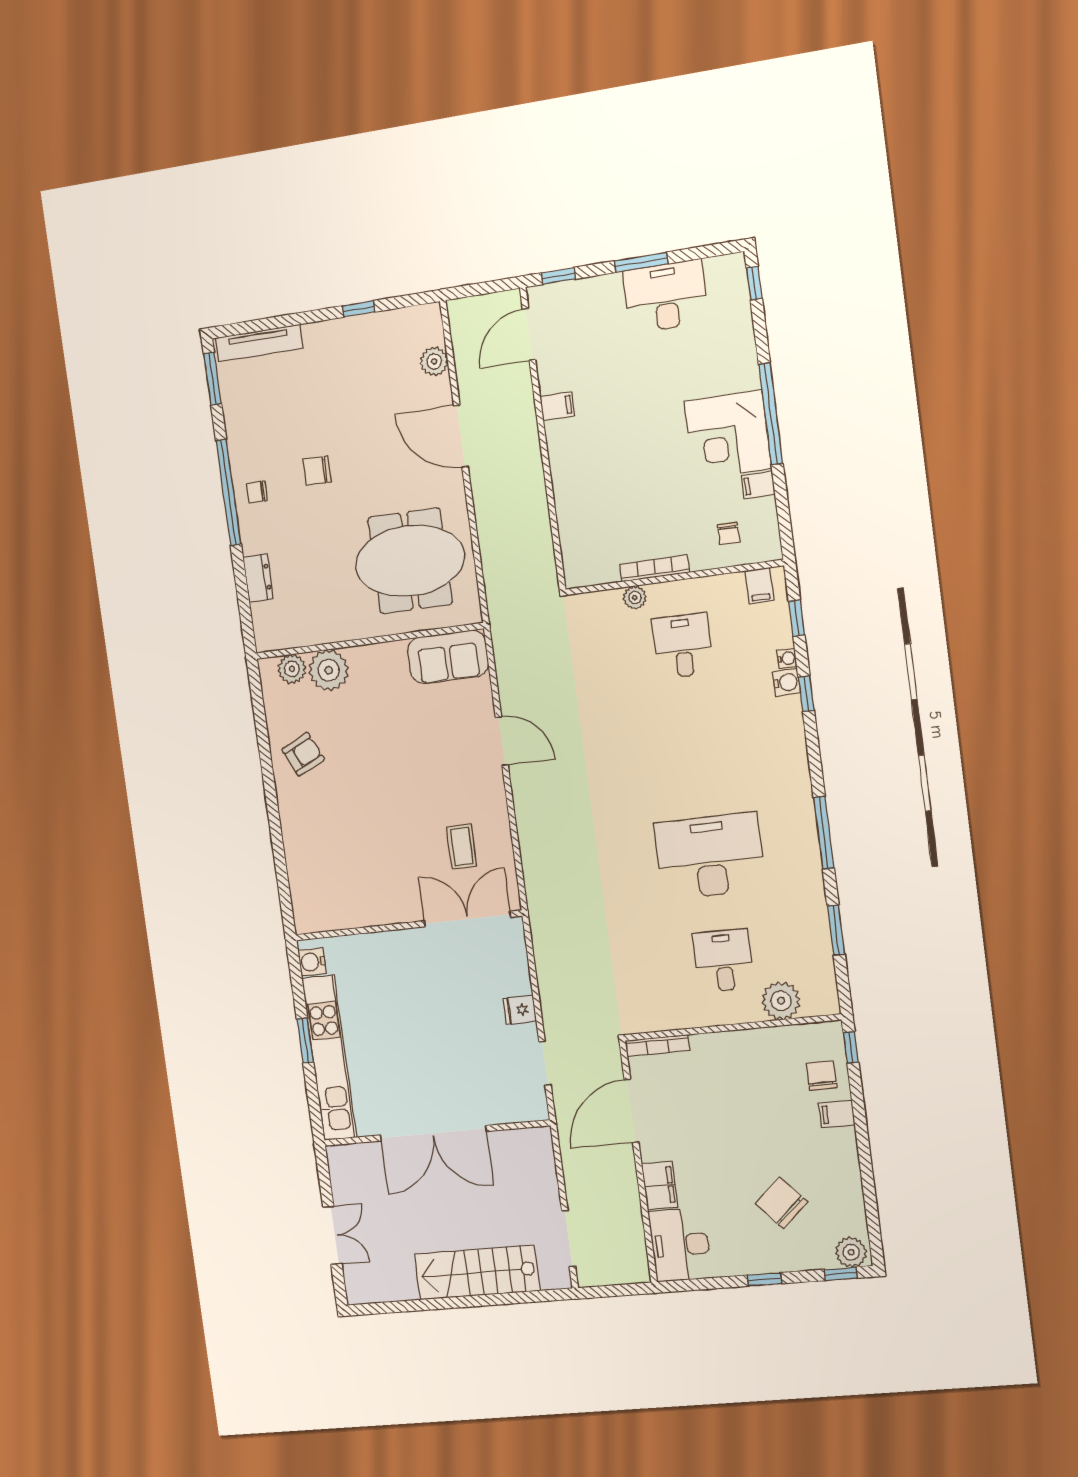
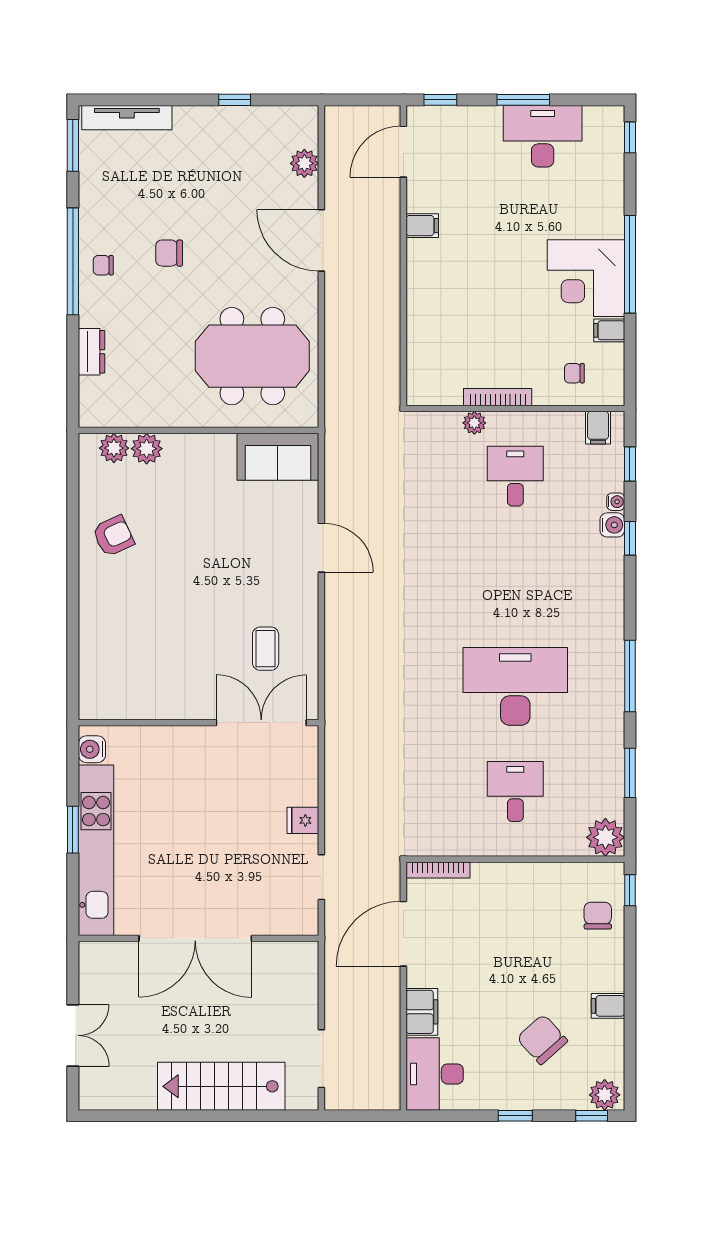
chair: (728, 534) -> (574, 373), turned 90
plant: (329, 670) -> (147, 449), width x0.73, depth x0.73
plant: (781, 1001) -> (605, 837), moved
filing cabinet: (837, 1114) -> (608, 1006), moved

